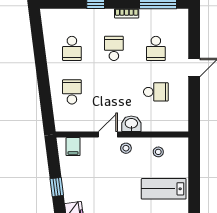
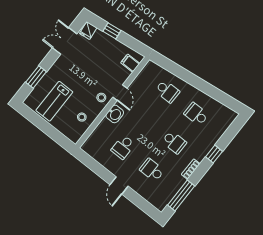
lab bench: (164, 189) -> (54, 101), turned 180

